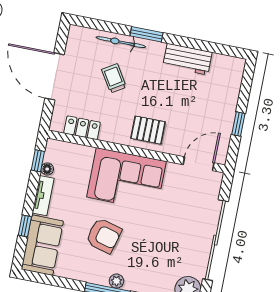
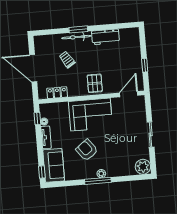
bicycle: (121, 42) -> (76, 37), moved
pallet: (148, 130) -> (95, 83), turned 90
window: (25, 226) -> (42, 172), moved
armchair: (104, 236) -> (87, 150), turned -142
sliding door: (215, 240) -> (151, 134), width x0.54

